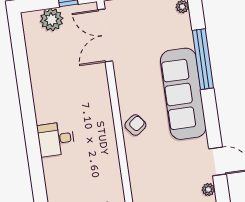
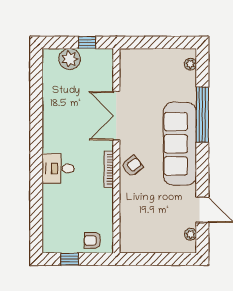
double door: (105, 35) -> (116, 116), moved
bookcase: (111, 132) -> (109, 169), added

